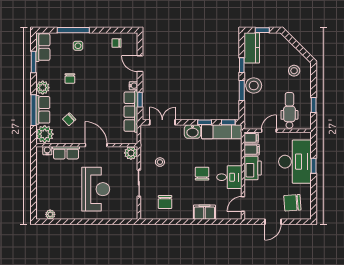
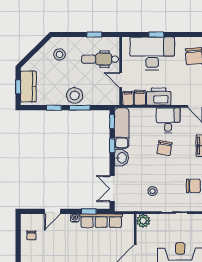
kitchen counter: (252, 48) -> (28, 87), moved, turned 90
chair: (202, 174) -> (164, 148), turned -81

